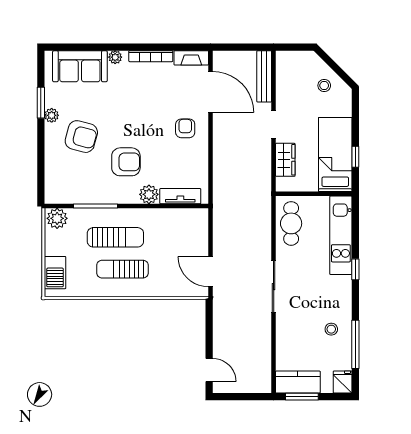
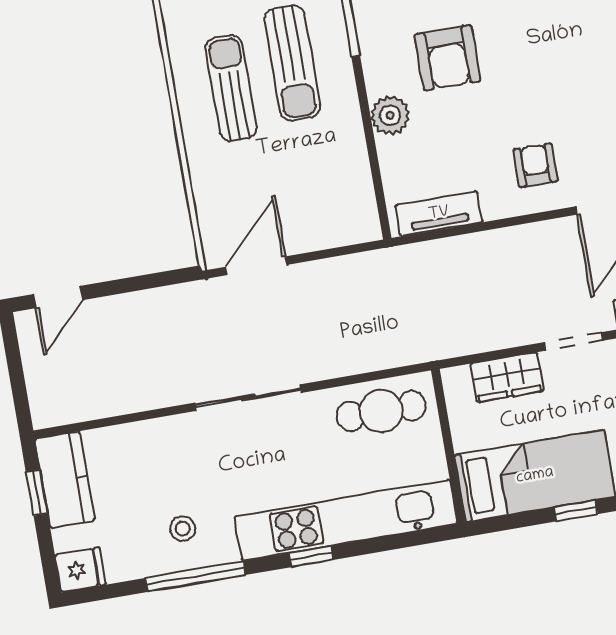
armchair: (185, 128) -> (535, 165), turned -90
window: (355, 157) -> (576, 511), moved
tv unit: (180, 196) -> (439, 214), moved, turned -90
kitchen unit: (341, 235) -> (346, 520), width x1.36
window: (355, 344) -> (196, 576), moved
window: (302, 397) -> (37, 493), width x0.67

